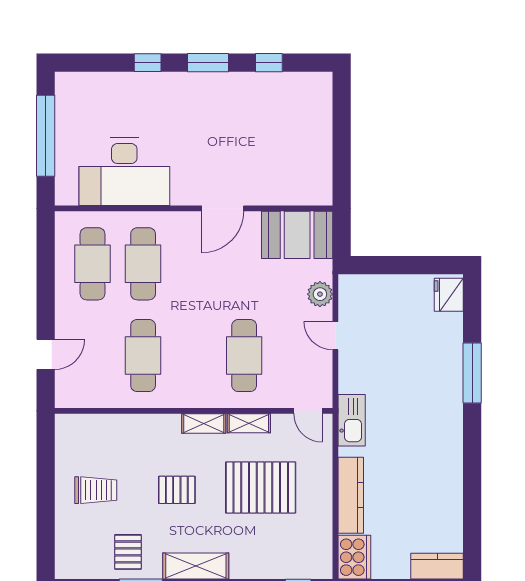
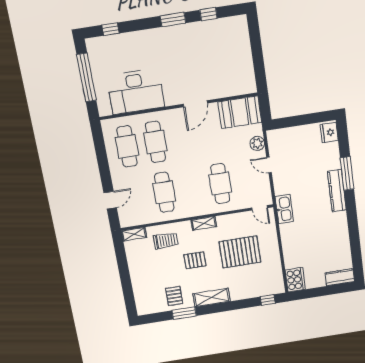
window: (148, 63) -> (111, 29), moved
shelving: (249, 423) -> (134, 234), moved
trolley: (96, 490) -> (166, 241), moved
kitchen counter: (351, 495) -> (337, 191), moved, turned 180

